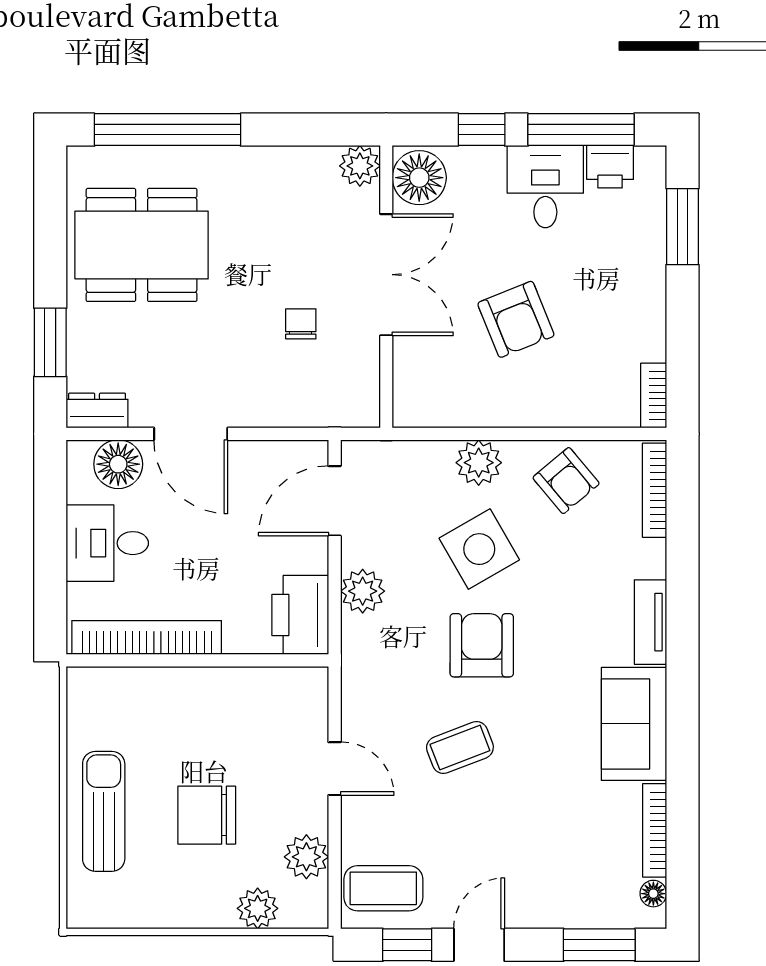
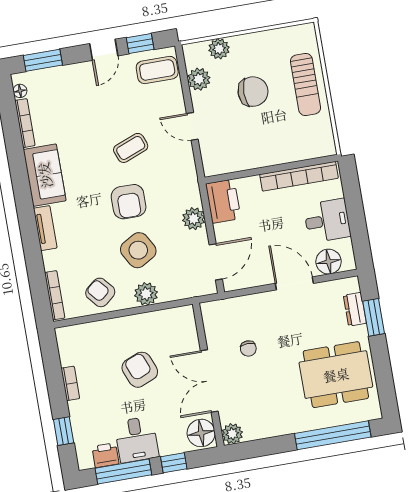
window: (682, 227) -> (64, 431), width x0.67
bookcase: (654, 396) -> (70, 383), moved
dresser: (97, 410) -> (355, 309), moved, turned 90

